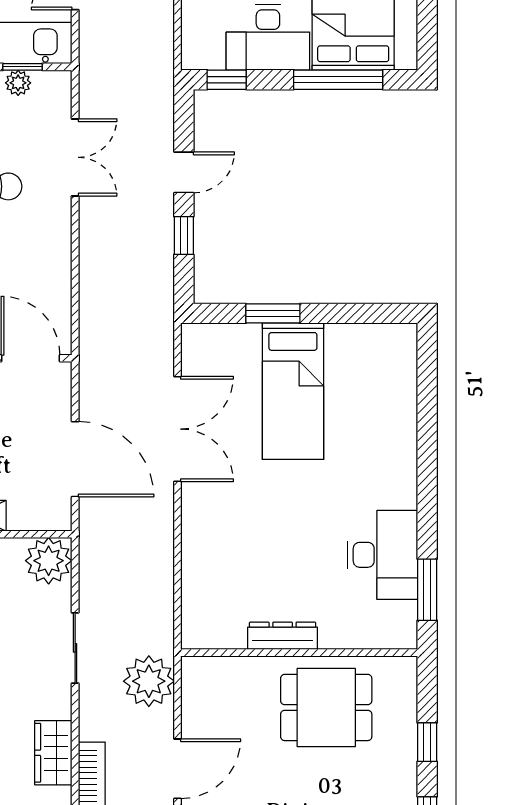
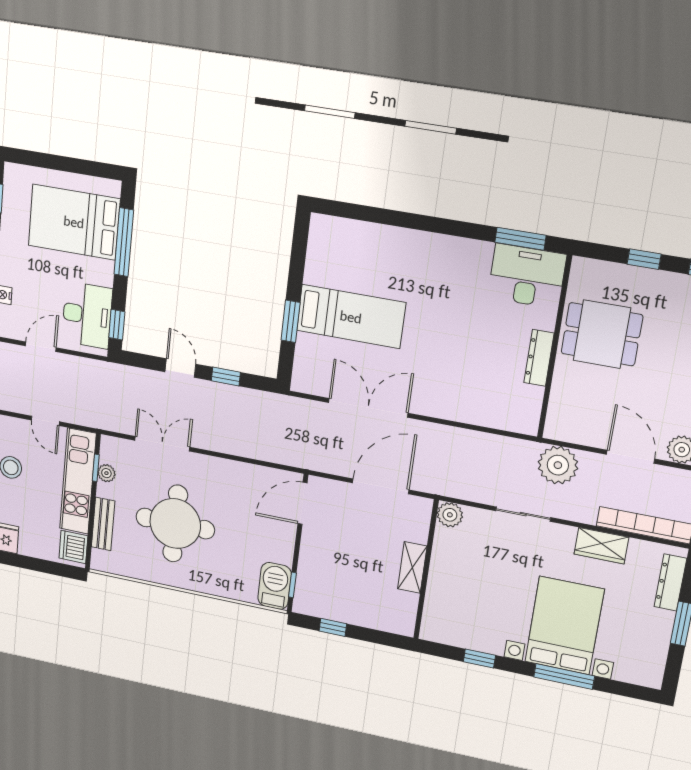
desk: (268, 37) -> (87, 315), moved
desk: (383, 555) -> (527, 276), moved
plant: (49, 561) -> (450, 515), width x0.73, depth x0.73
dining table: (326, 707) -> (602, 334), turned 90

